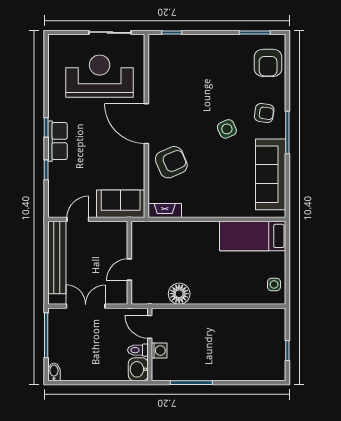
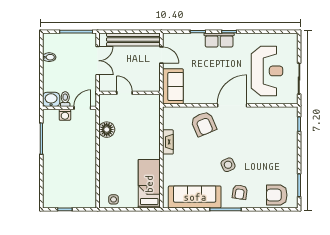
fireplace: (165, 211) -> (168, 142), moved
bidet: (54, 372) -> (49, 57), moved

